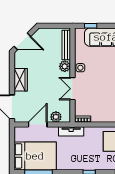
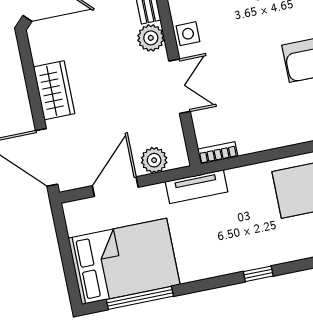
double door: (72, 89) -> (180, 86), swing flipped

